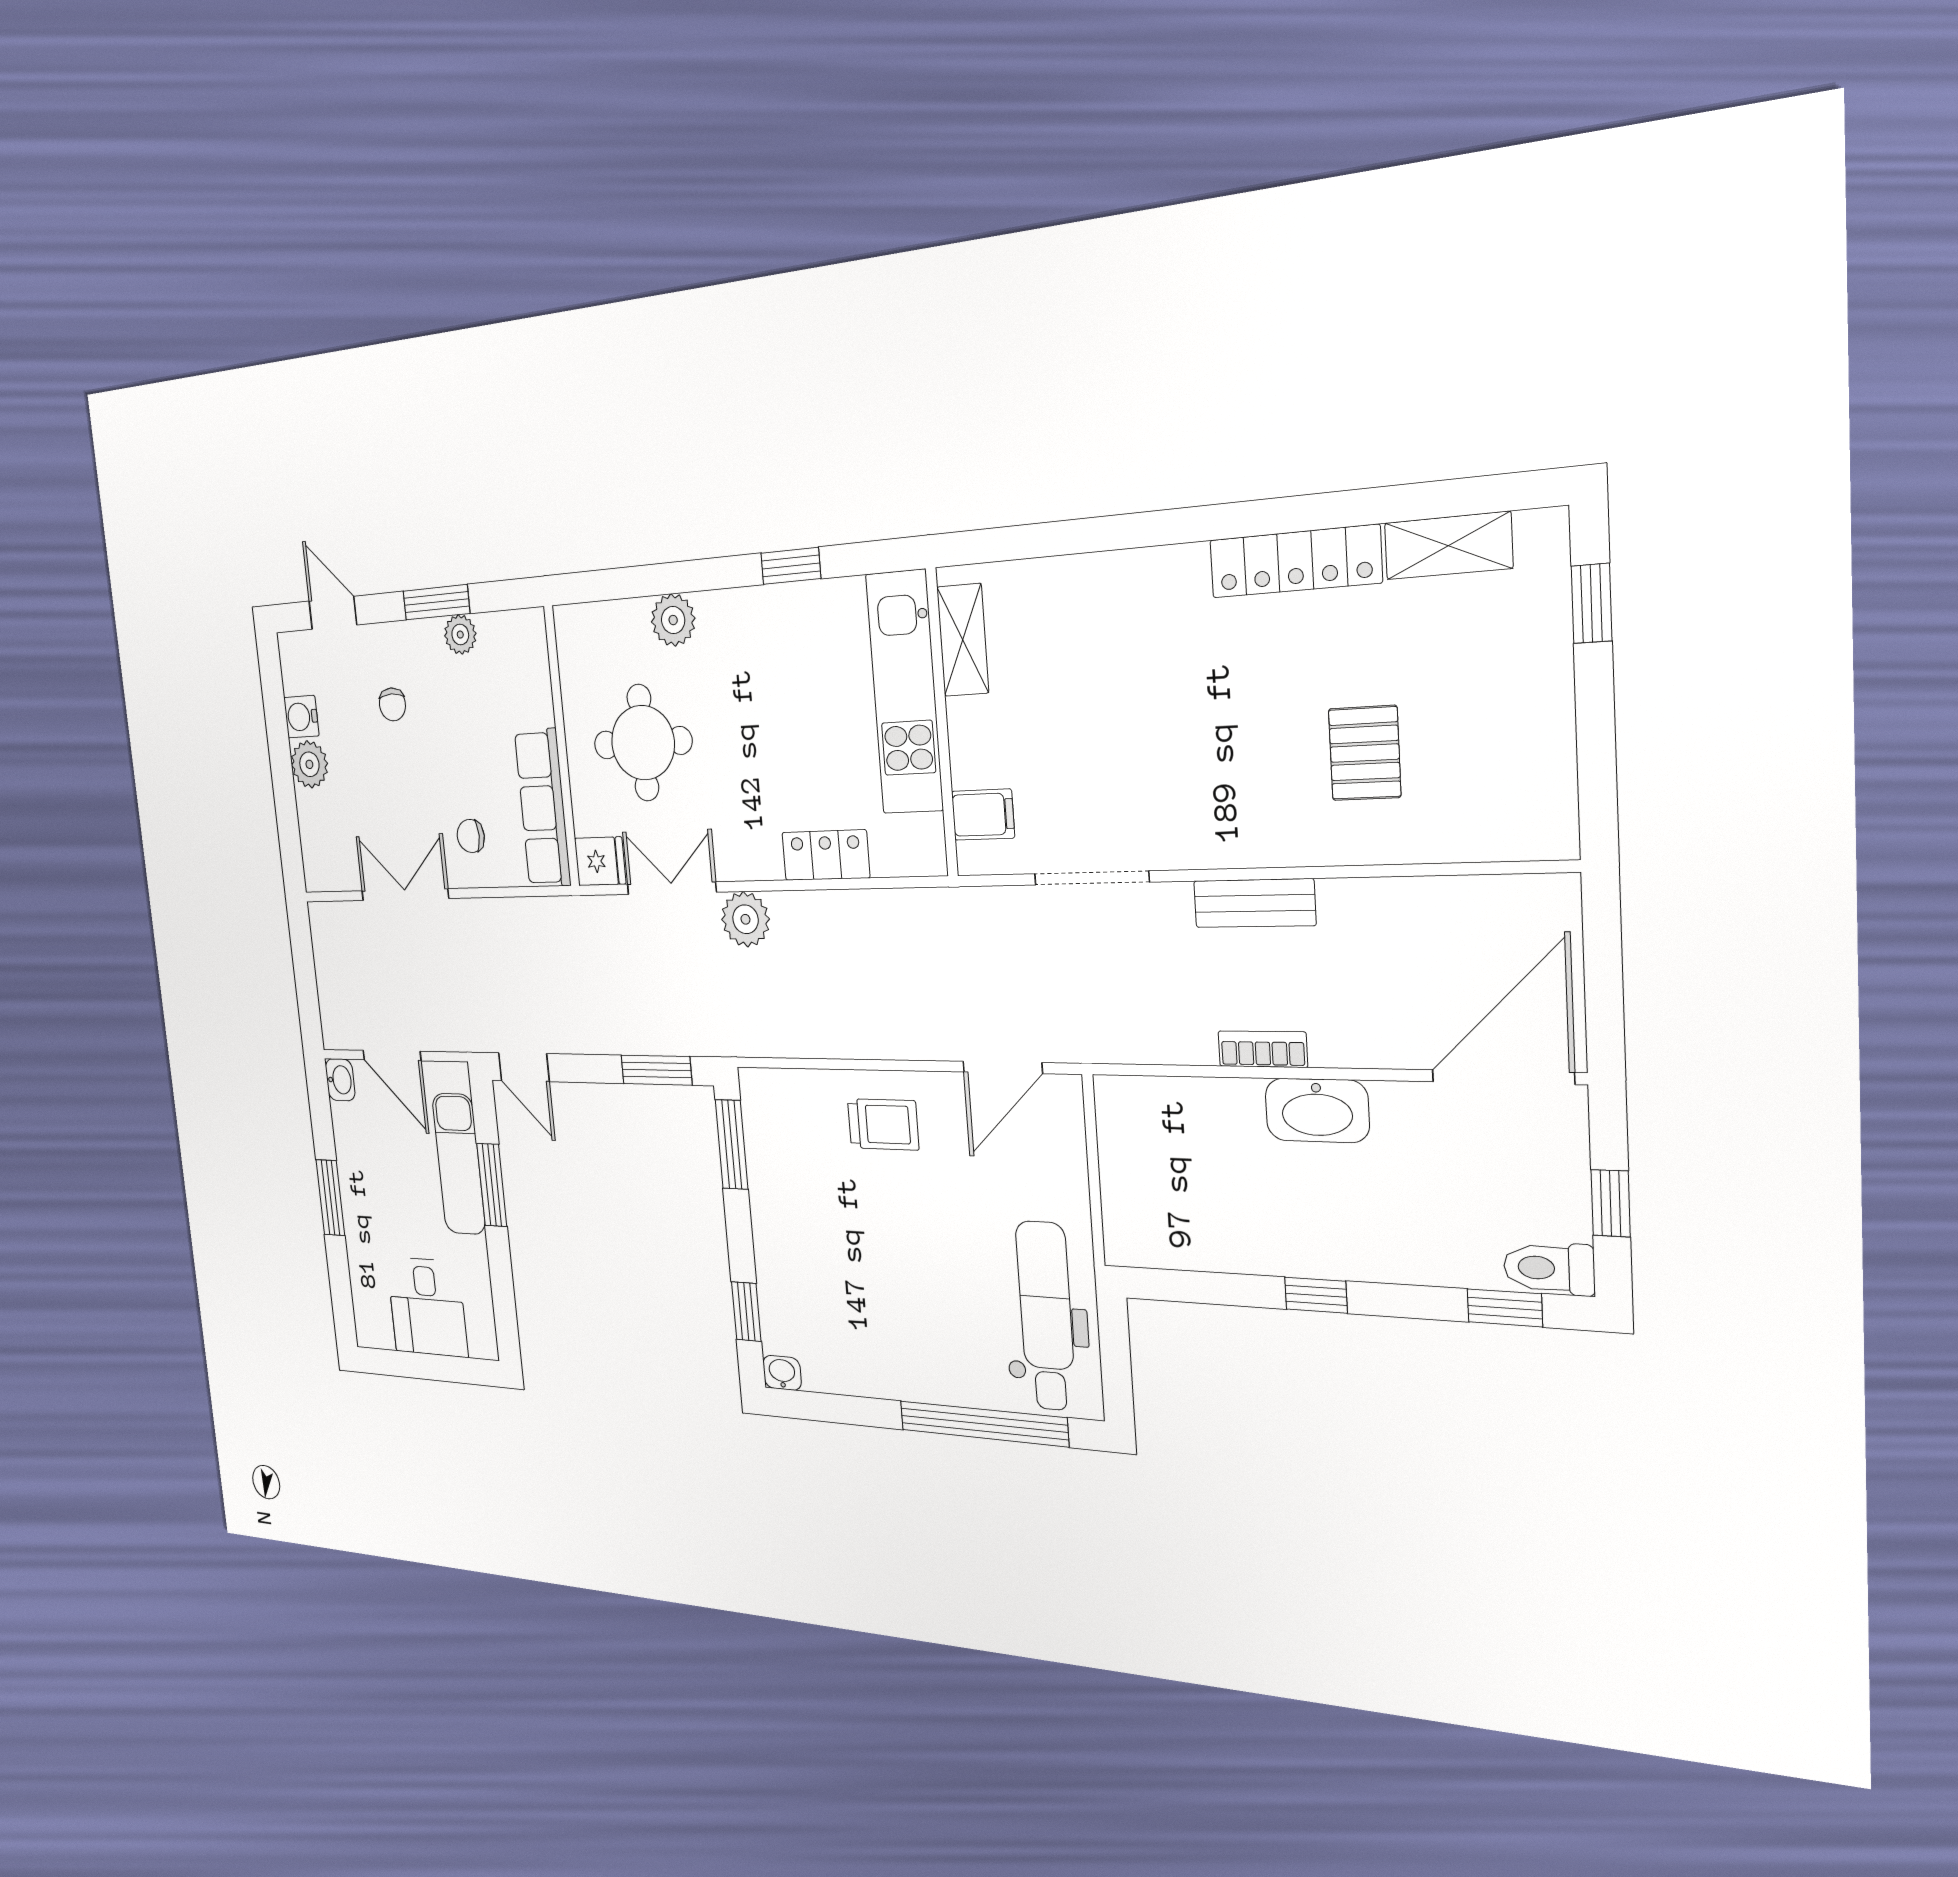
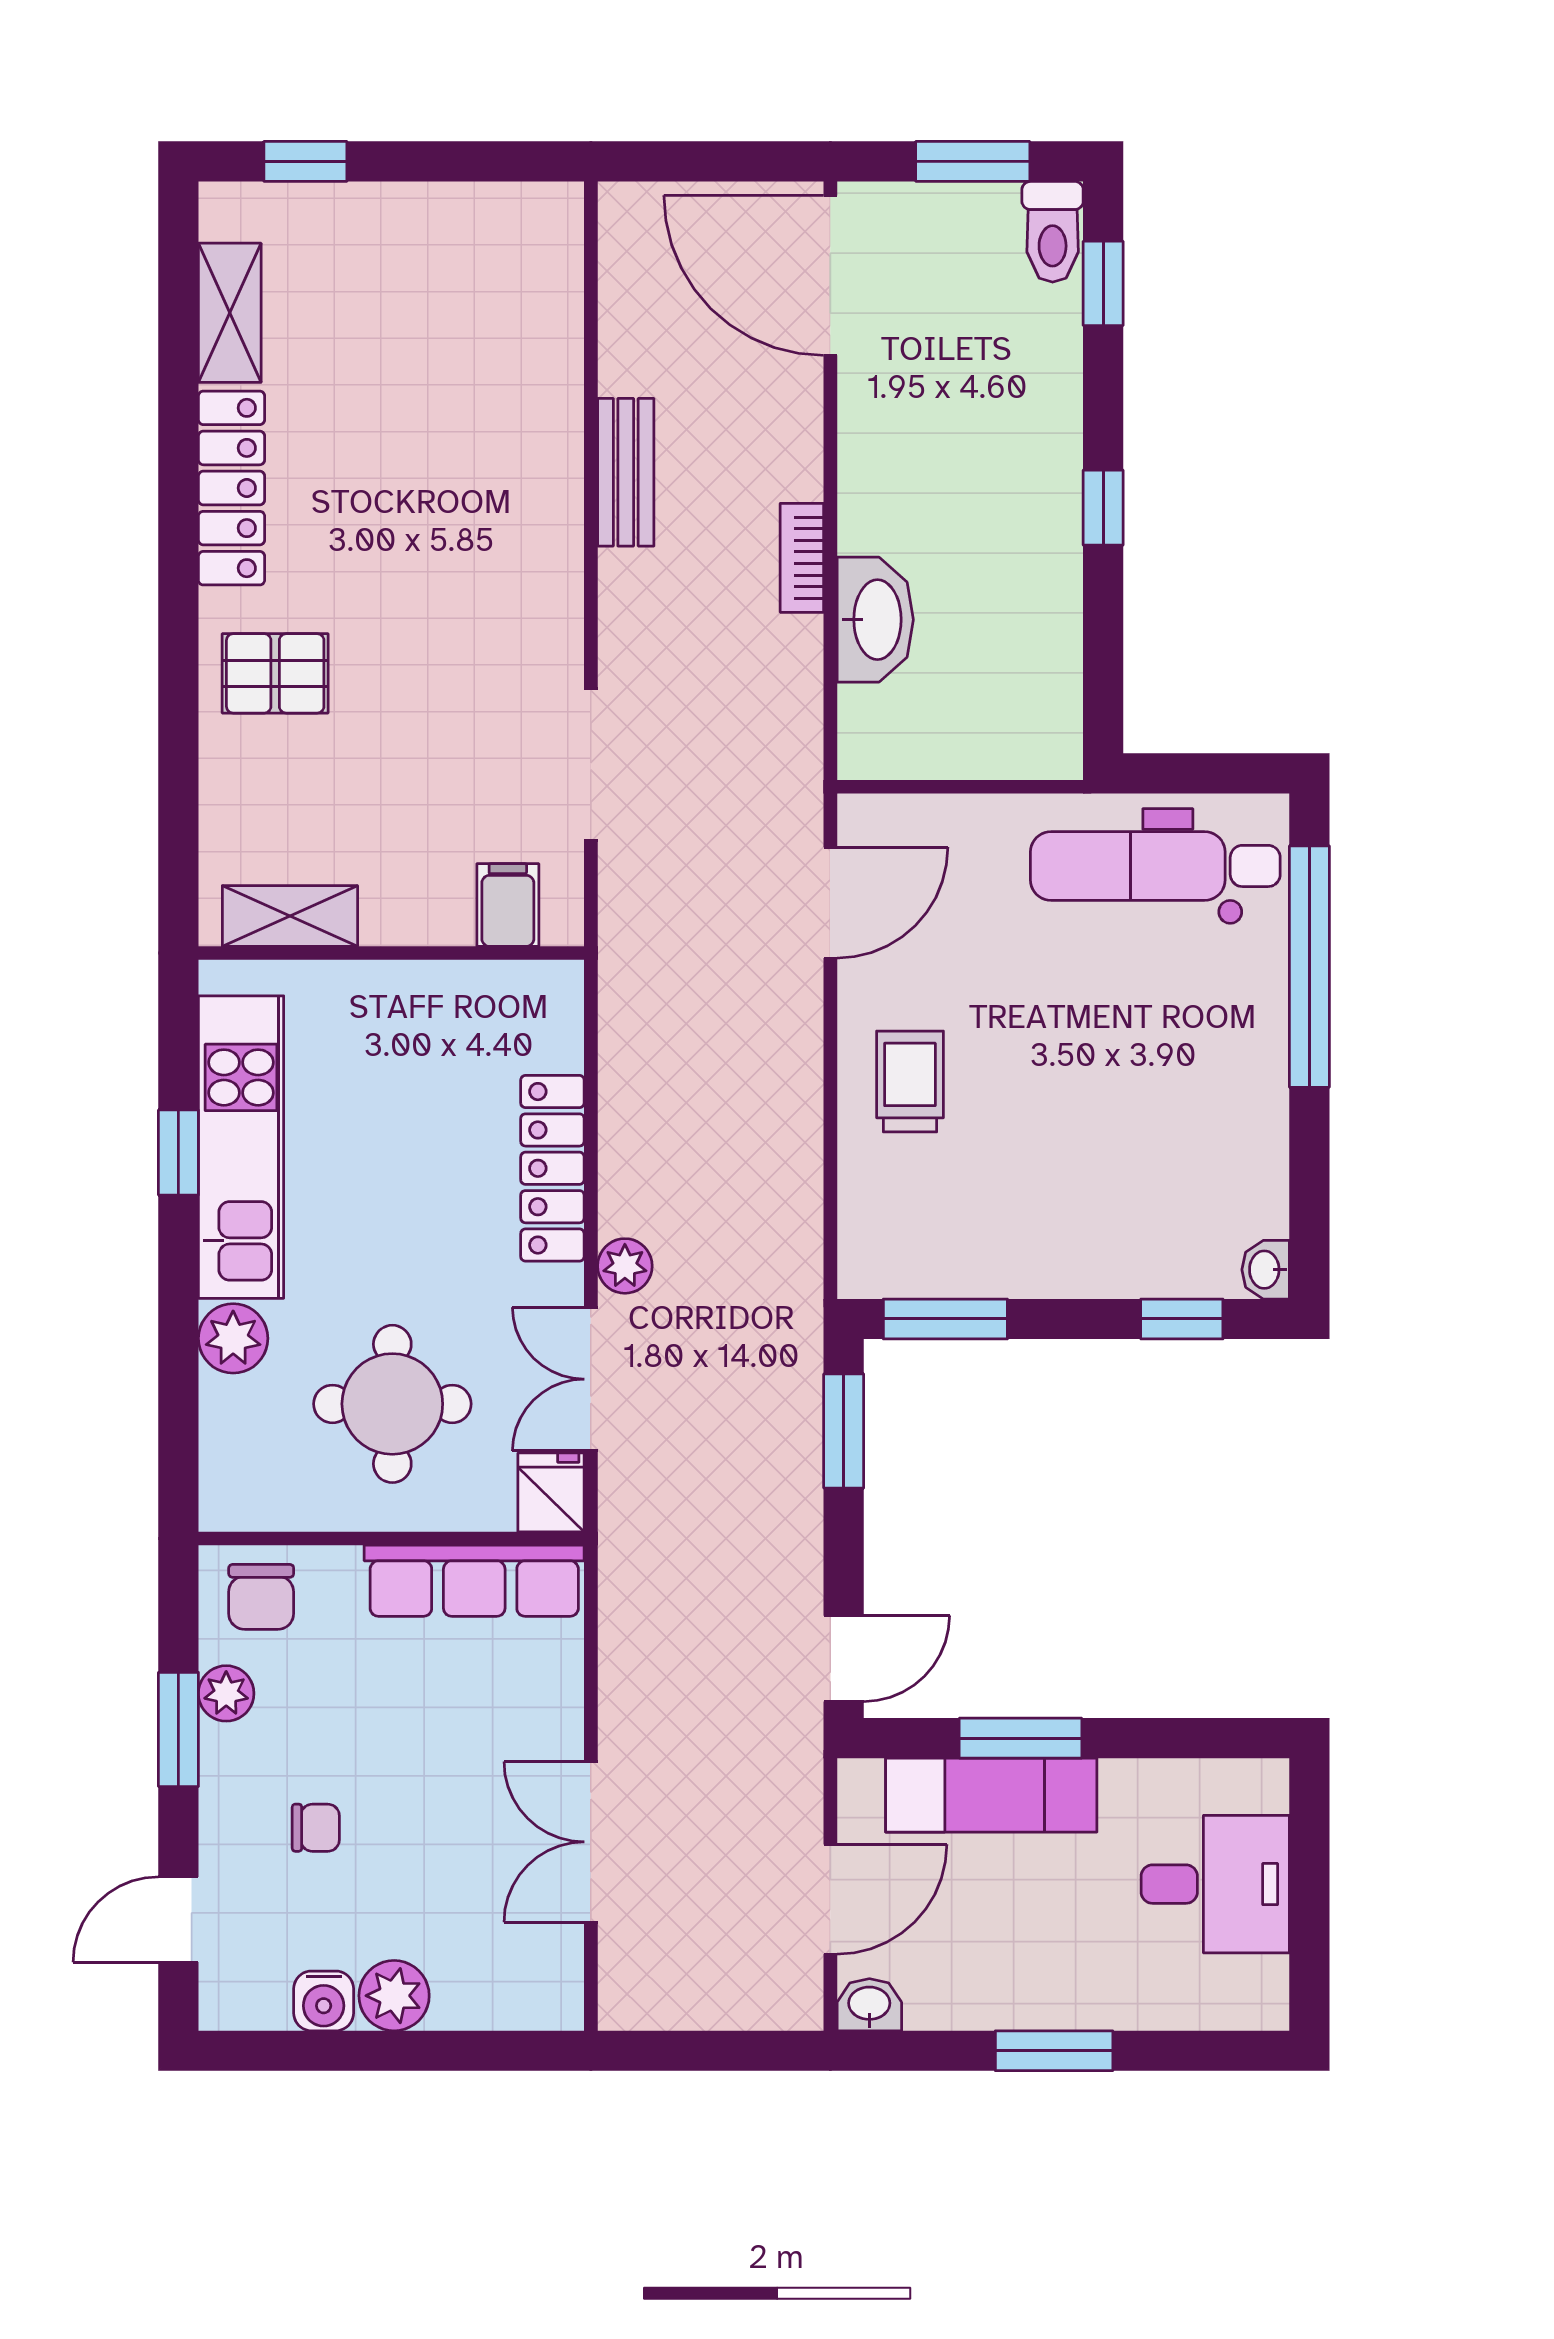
kitchen unit: (905, 693) -> (241, 1147), moved, turned -90
pallet: (1365, 753) -> (275, 673), moved
chair: (471, 836) -> (261, 1597), moved, width x1.37, depth x1.37
locker: (826, 855) -> (552, 1168), width x1.53
bench: (1254, 903) -> (626, 472), moved
plant: (745, 919) -> (625, 1266), width x0.73, depth x0.73
door: (1003, 1067) -> (830, 903), hinge flipped
washbasin: (1317, 1110) -> (875, 620), moved
window: (1611, 1203) -> (973, 161), width x1.50

